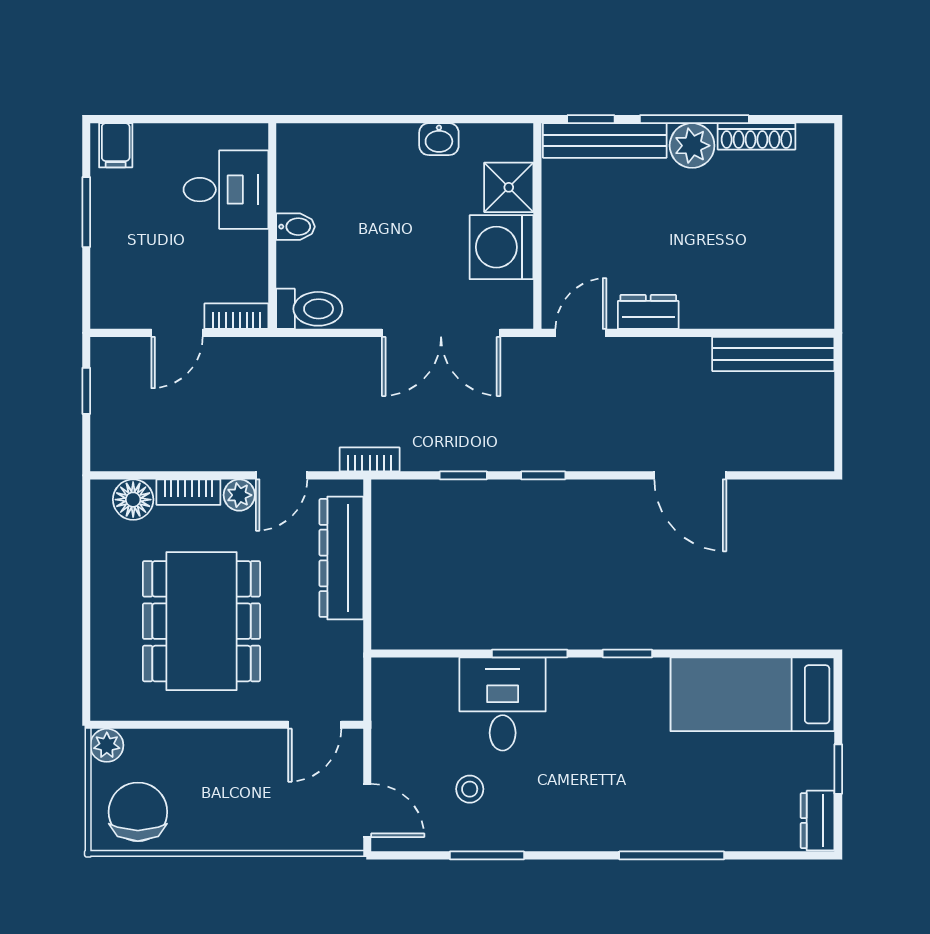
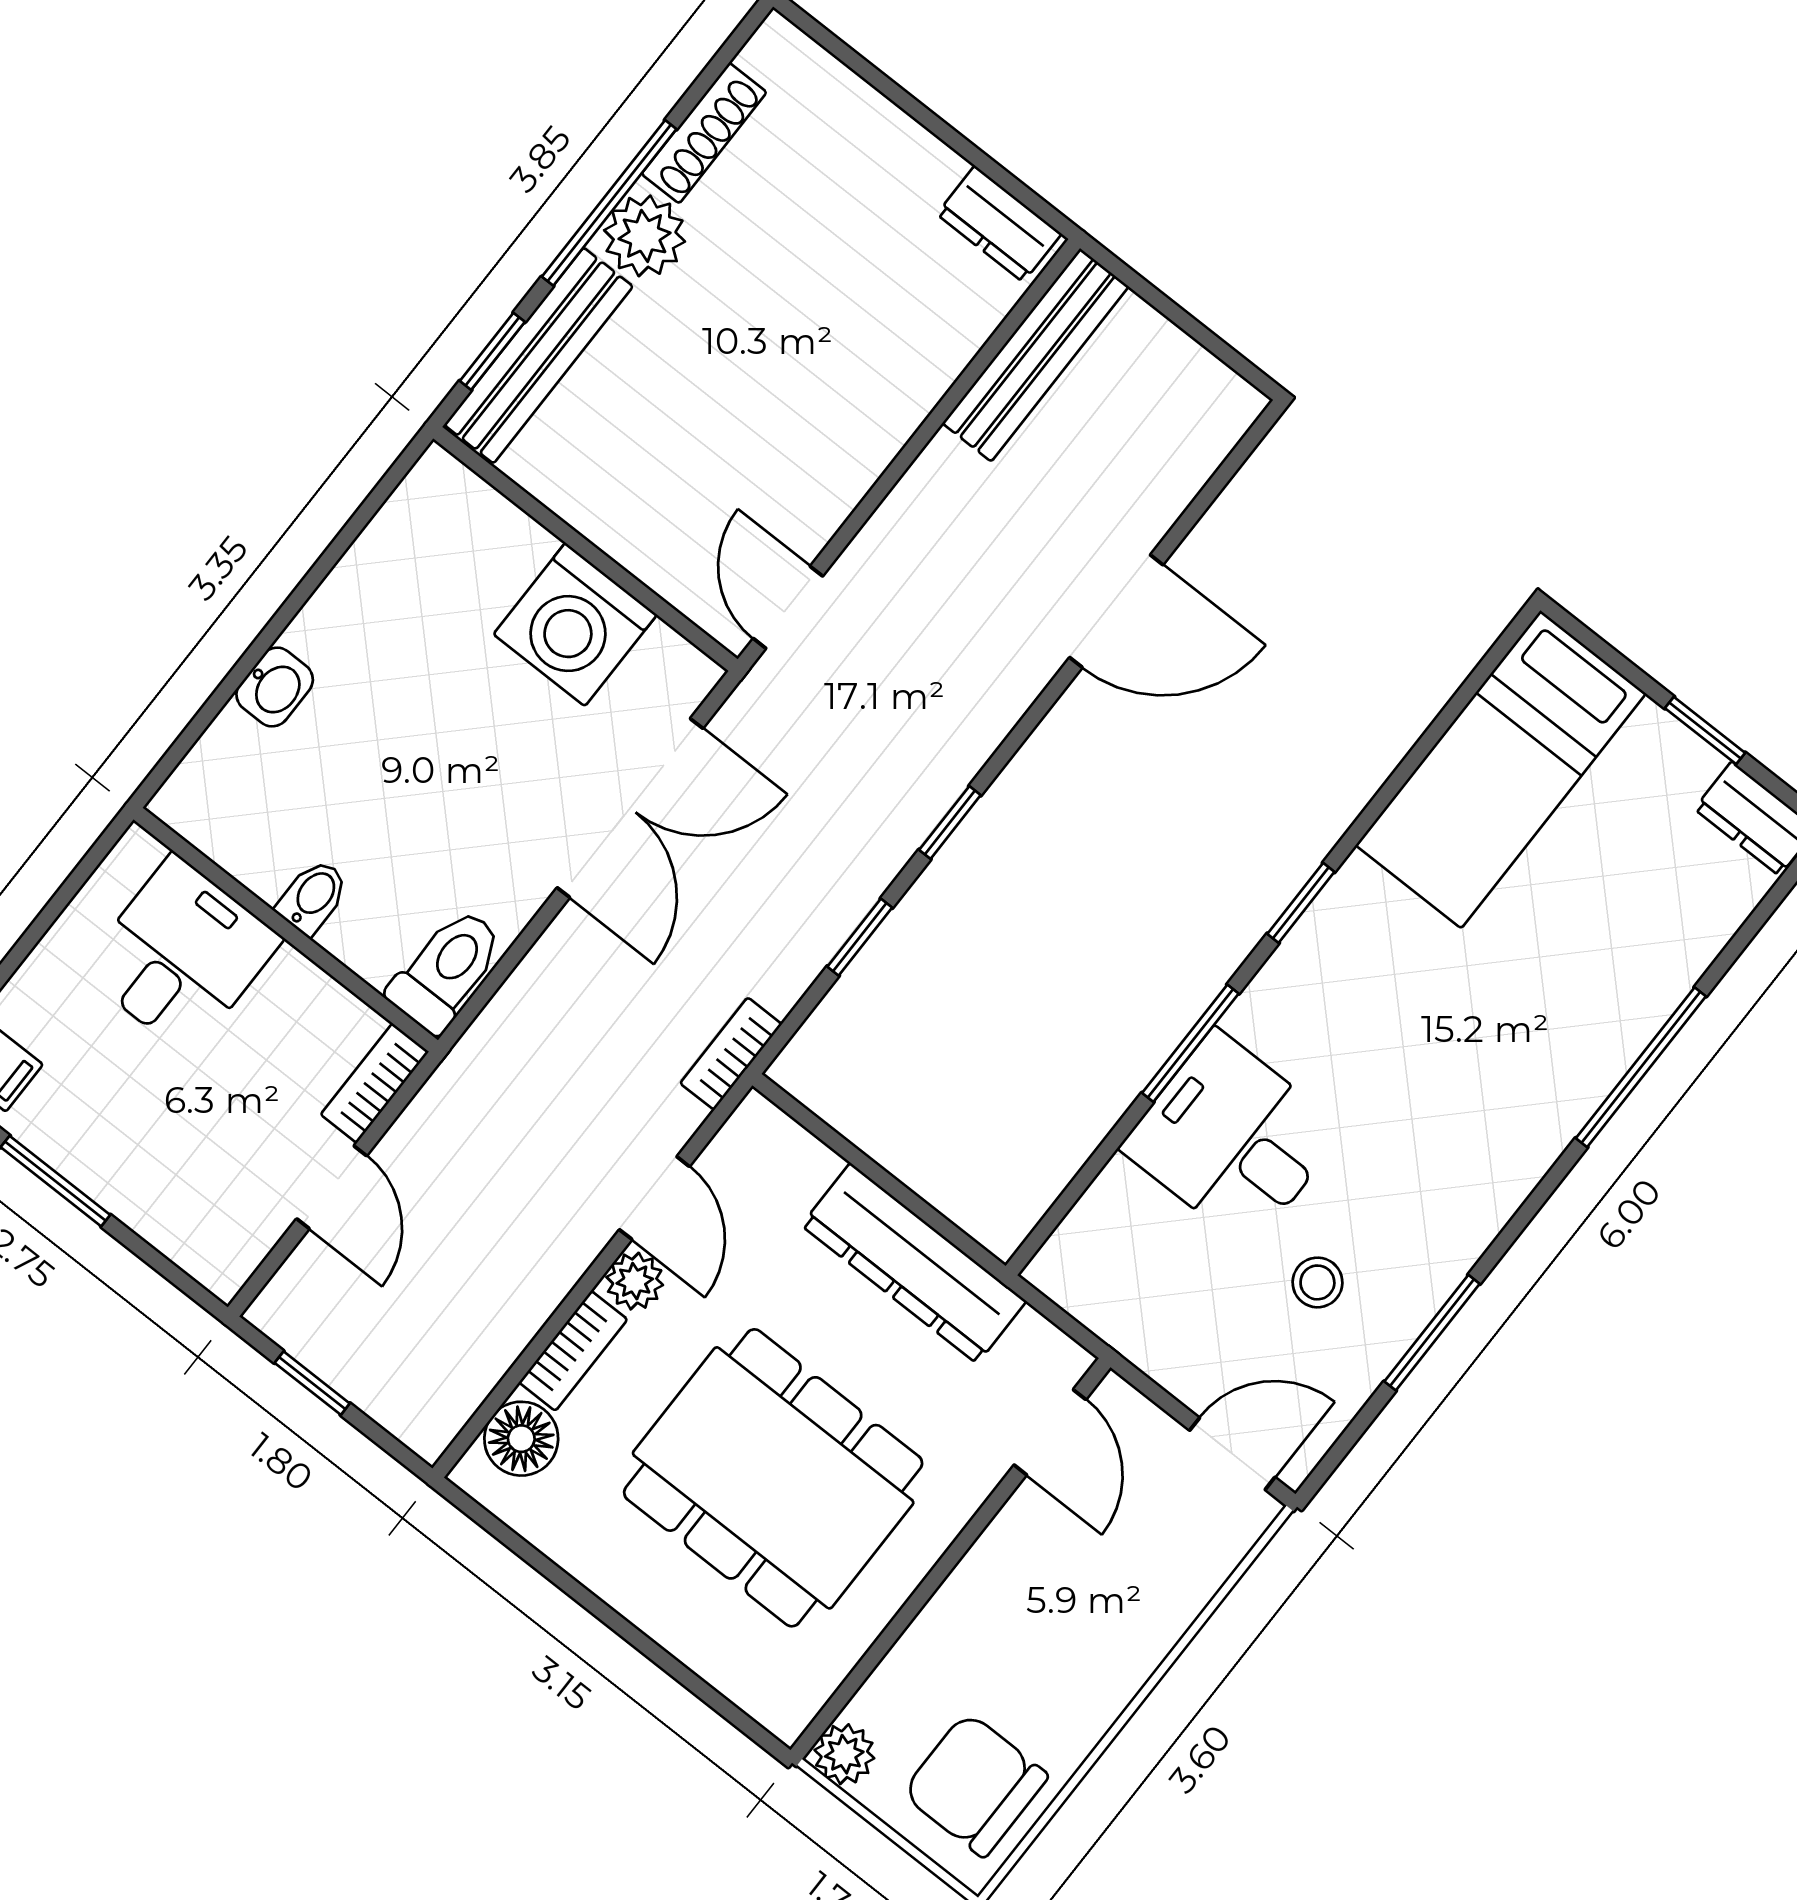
washbasin: (439, 139) -> (275, 687), moved
shower: (509, 187) -> (497, 546), removed
dresser: (648, 312) -> (999, 224), moved, turned -90
dresser: (341, 558) -> (914, 1263), moved

